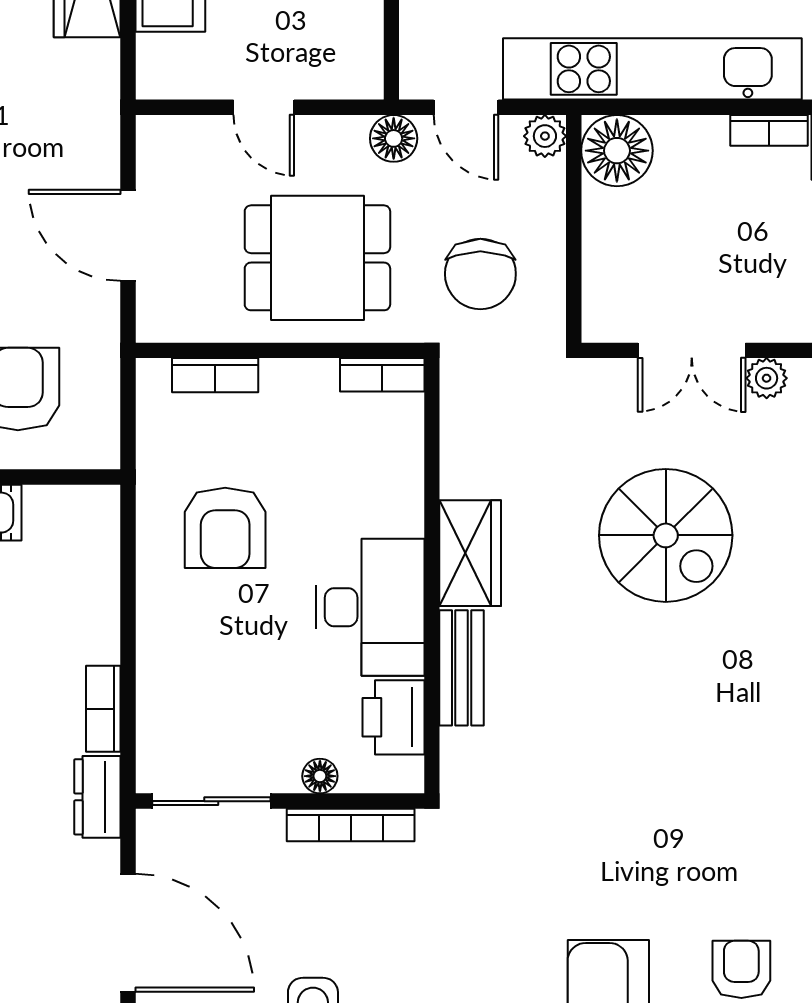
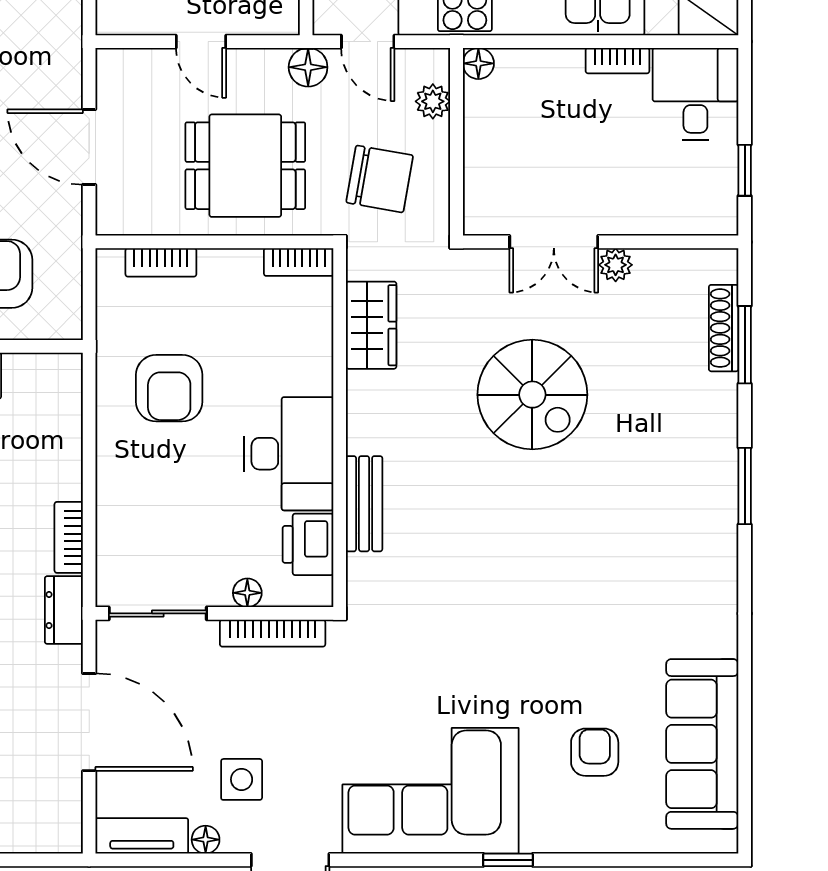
plant: (545, 136) -> (433, 101), moved
floor lamp: (617, 151) -> (478, 63), width x0.53, depth x0.53
chair: (480, 274) -> (380, 179), turned -80
wardrobe: (470, 553) -> (371, 325), moved

